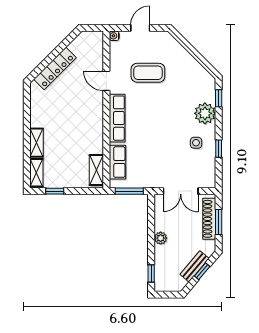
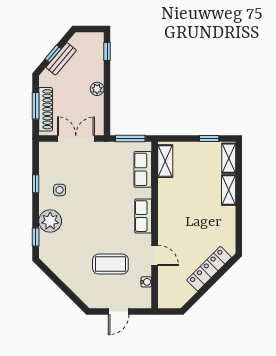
water cooler: (114, 36) -> (146, 282), moved
row of seats: (117, 118) -> (143, 216), width x0.68

